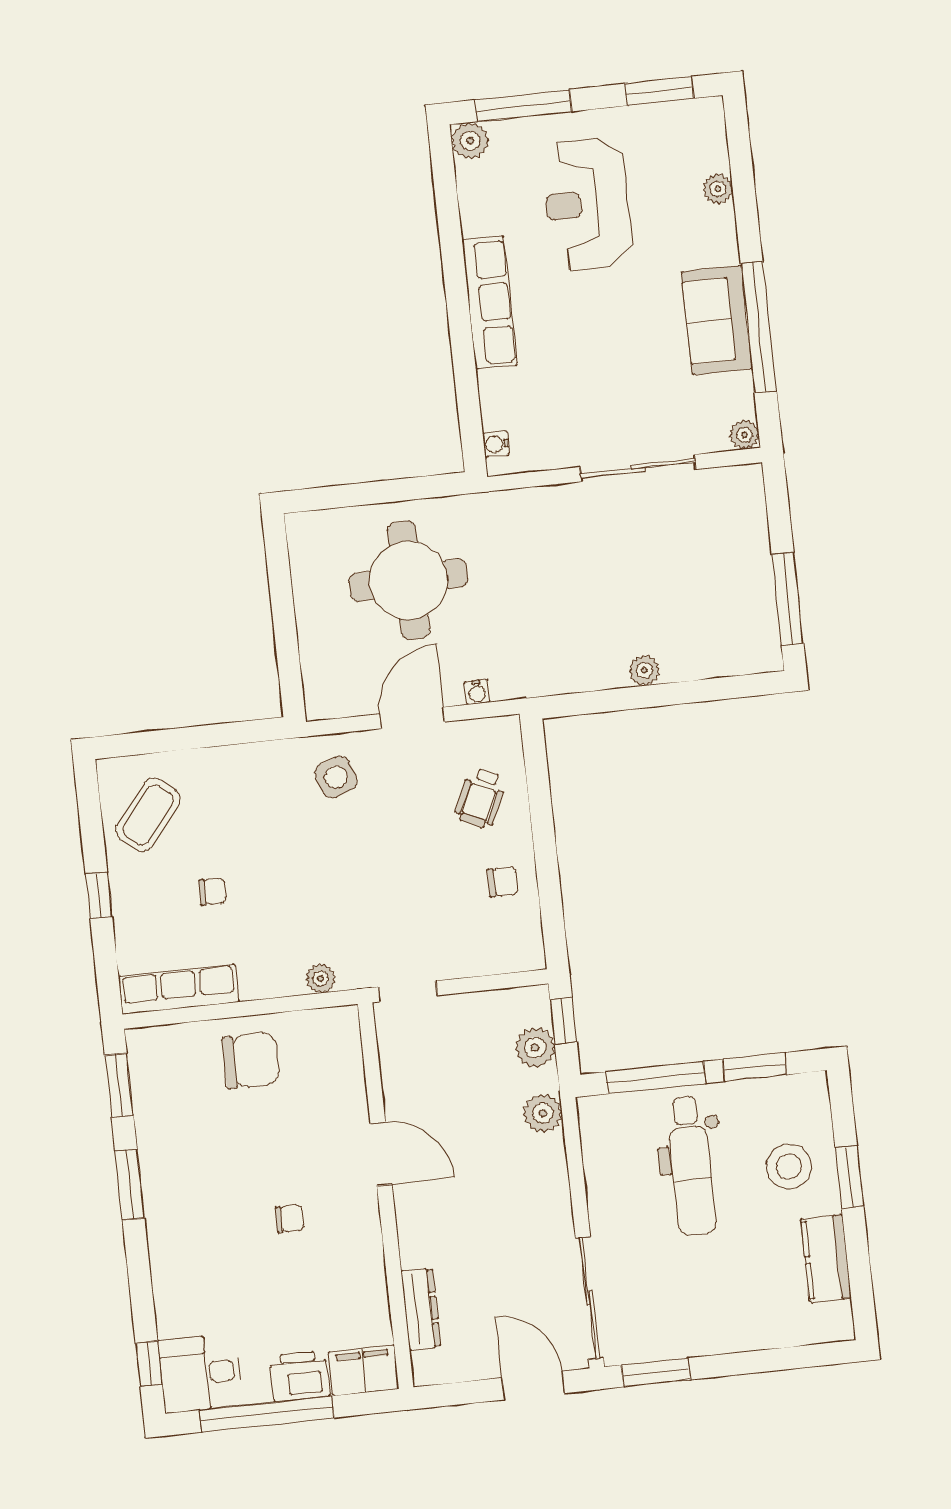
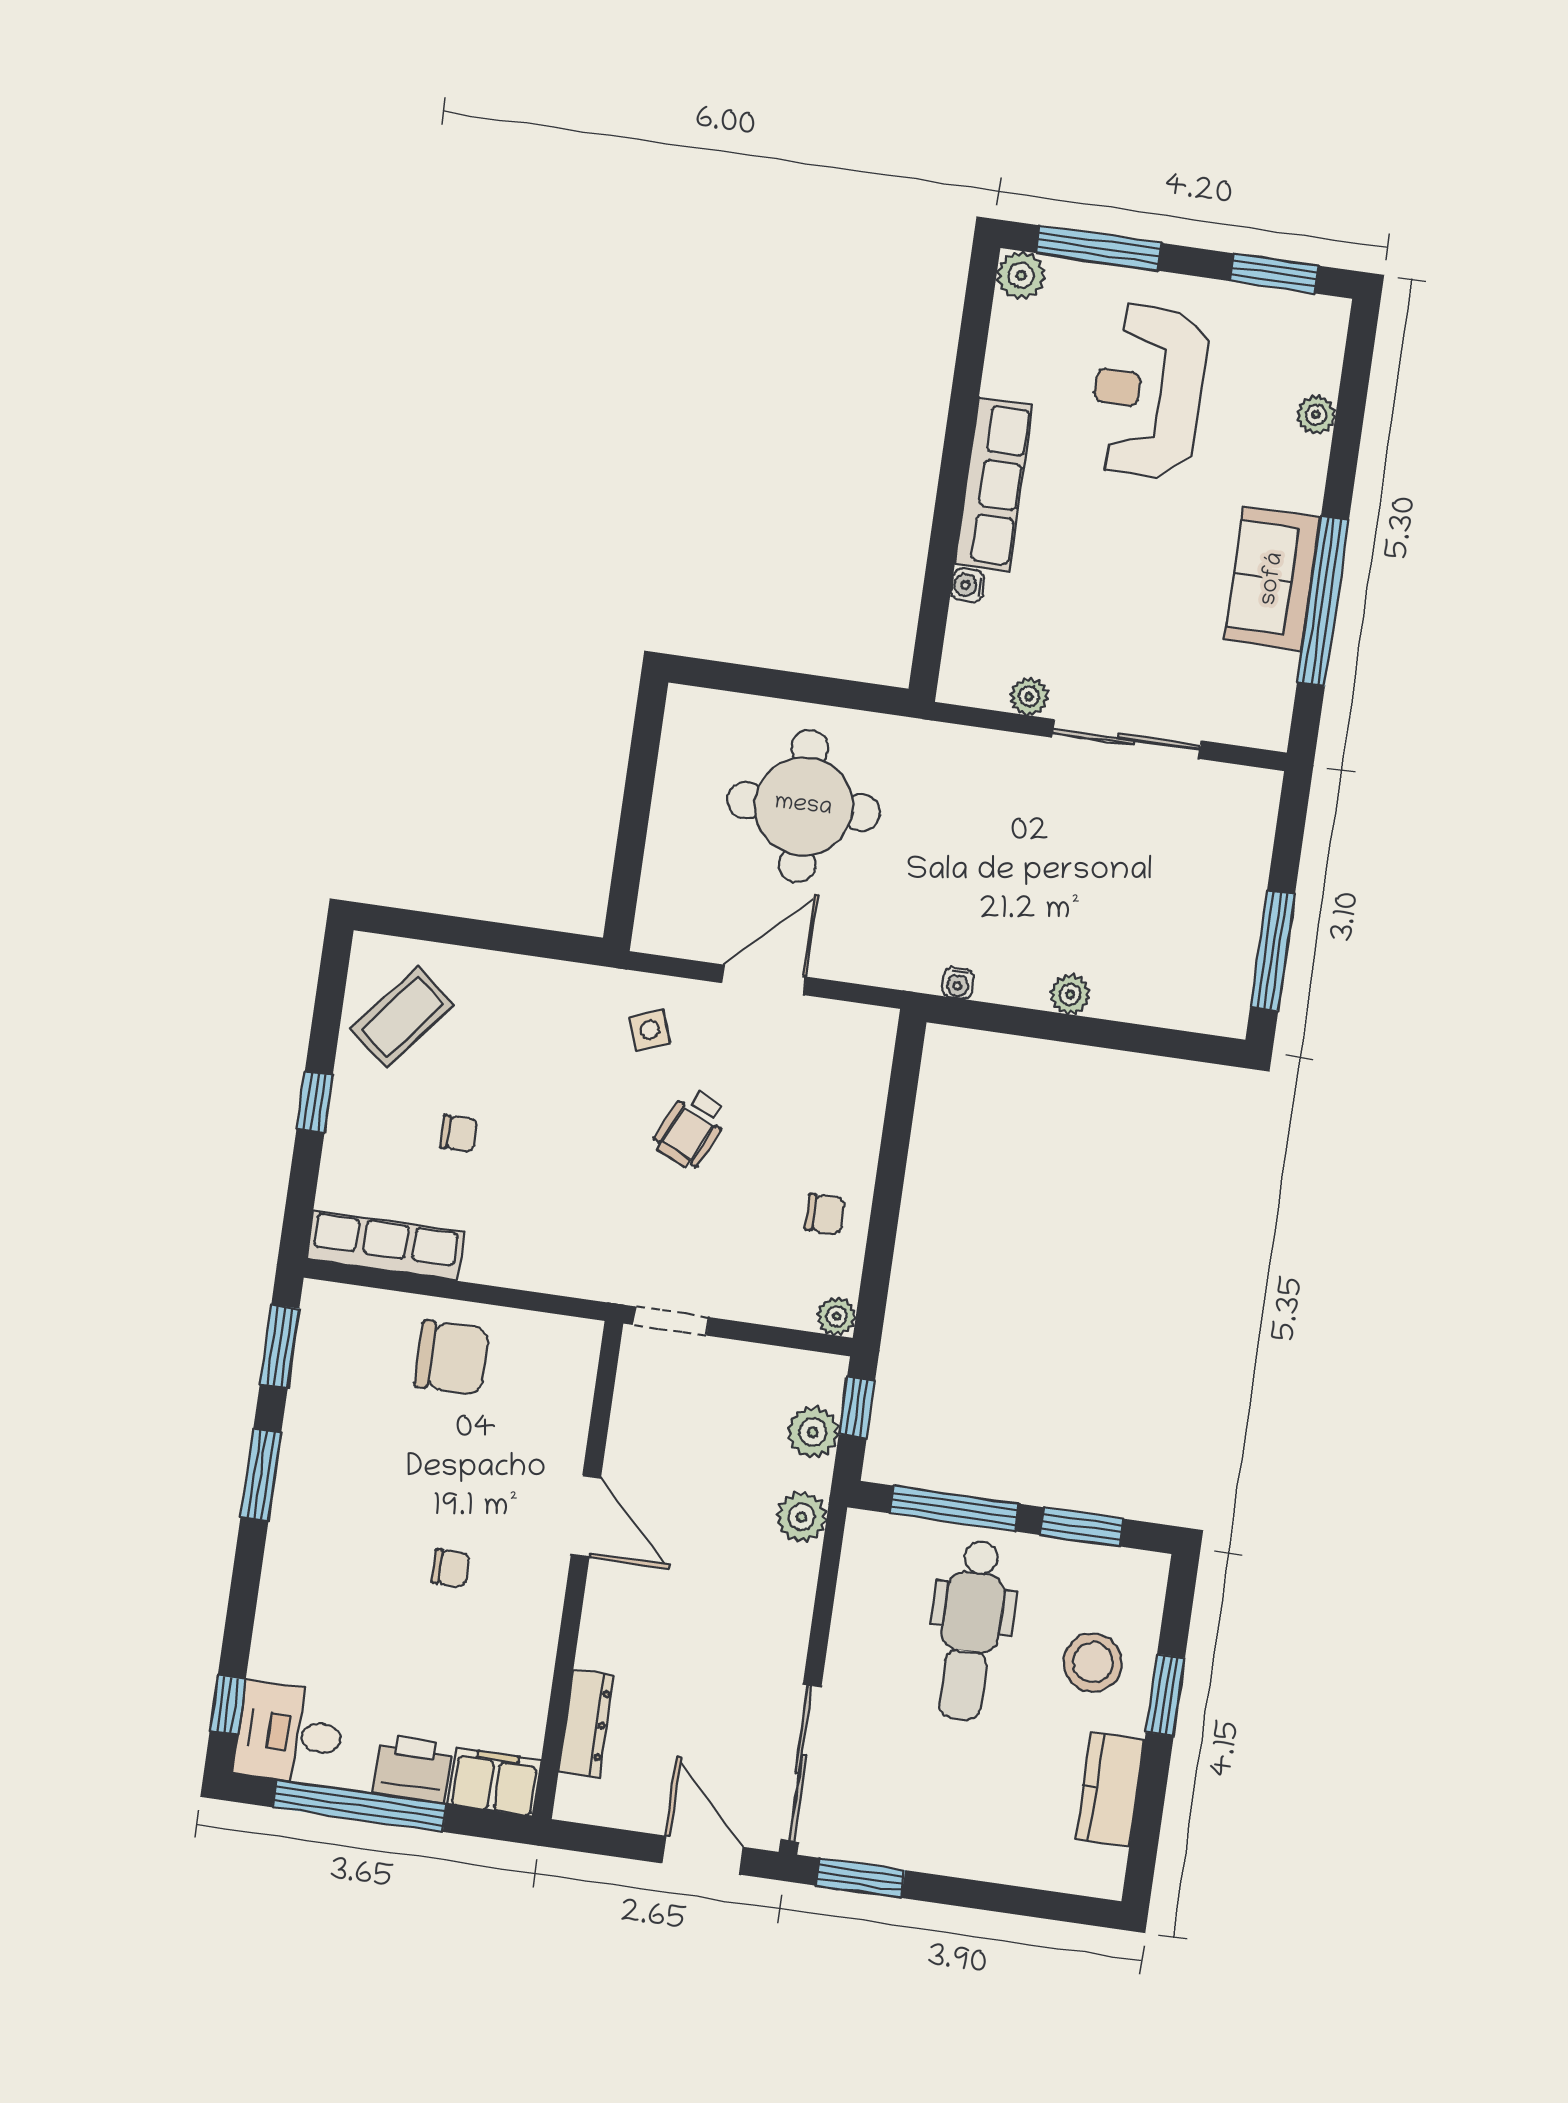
plant: (745, 435) -> (1029, 696), moved
water cooler: (496, 444) -> (968, 585), moved
water cooler: (477, 692) -> (958, 983), moved
side table: (336, 777) -> (650, 1030), width x0.73, depth x0.73
wheelchair: (480, 798) -> (691, 1129), moved
plant: (321, 979) -> (837, 1316), moved

